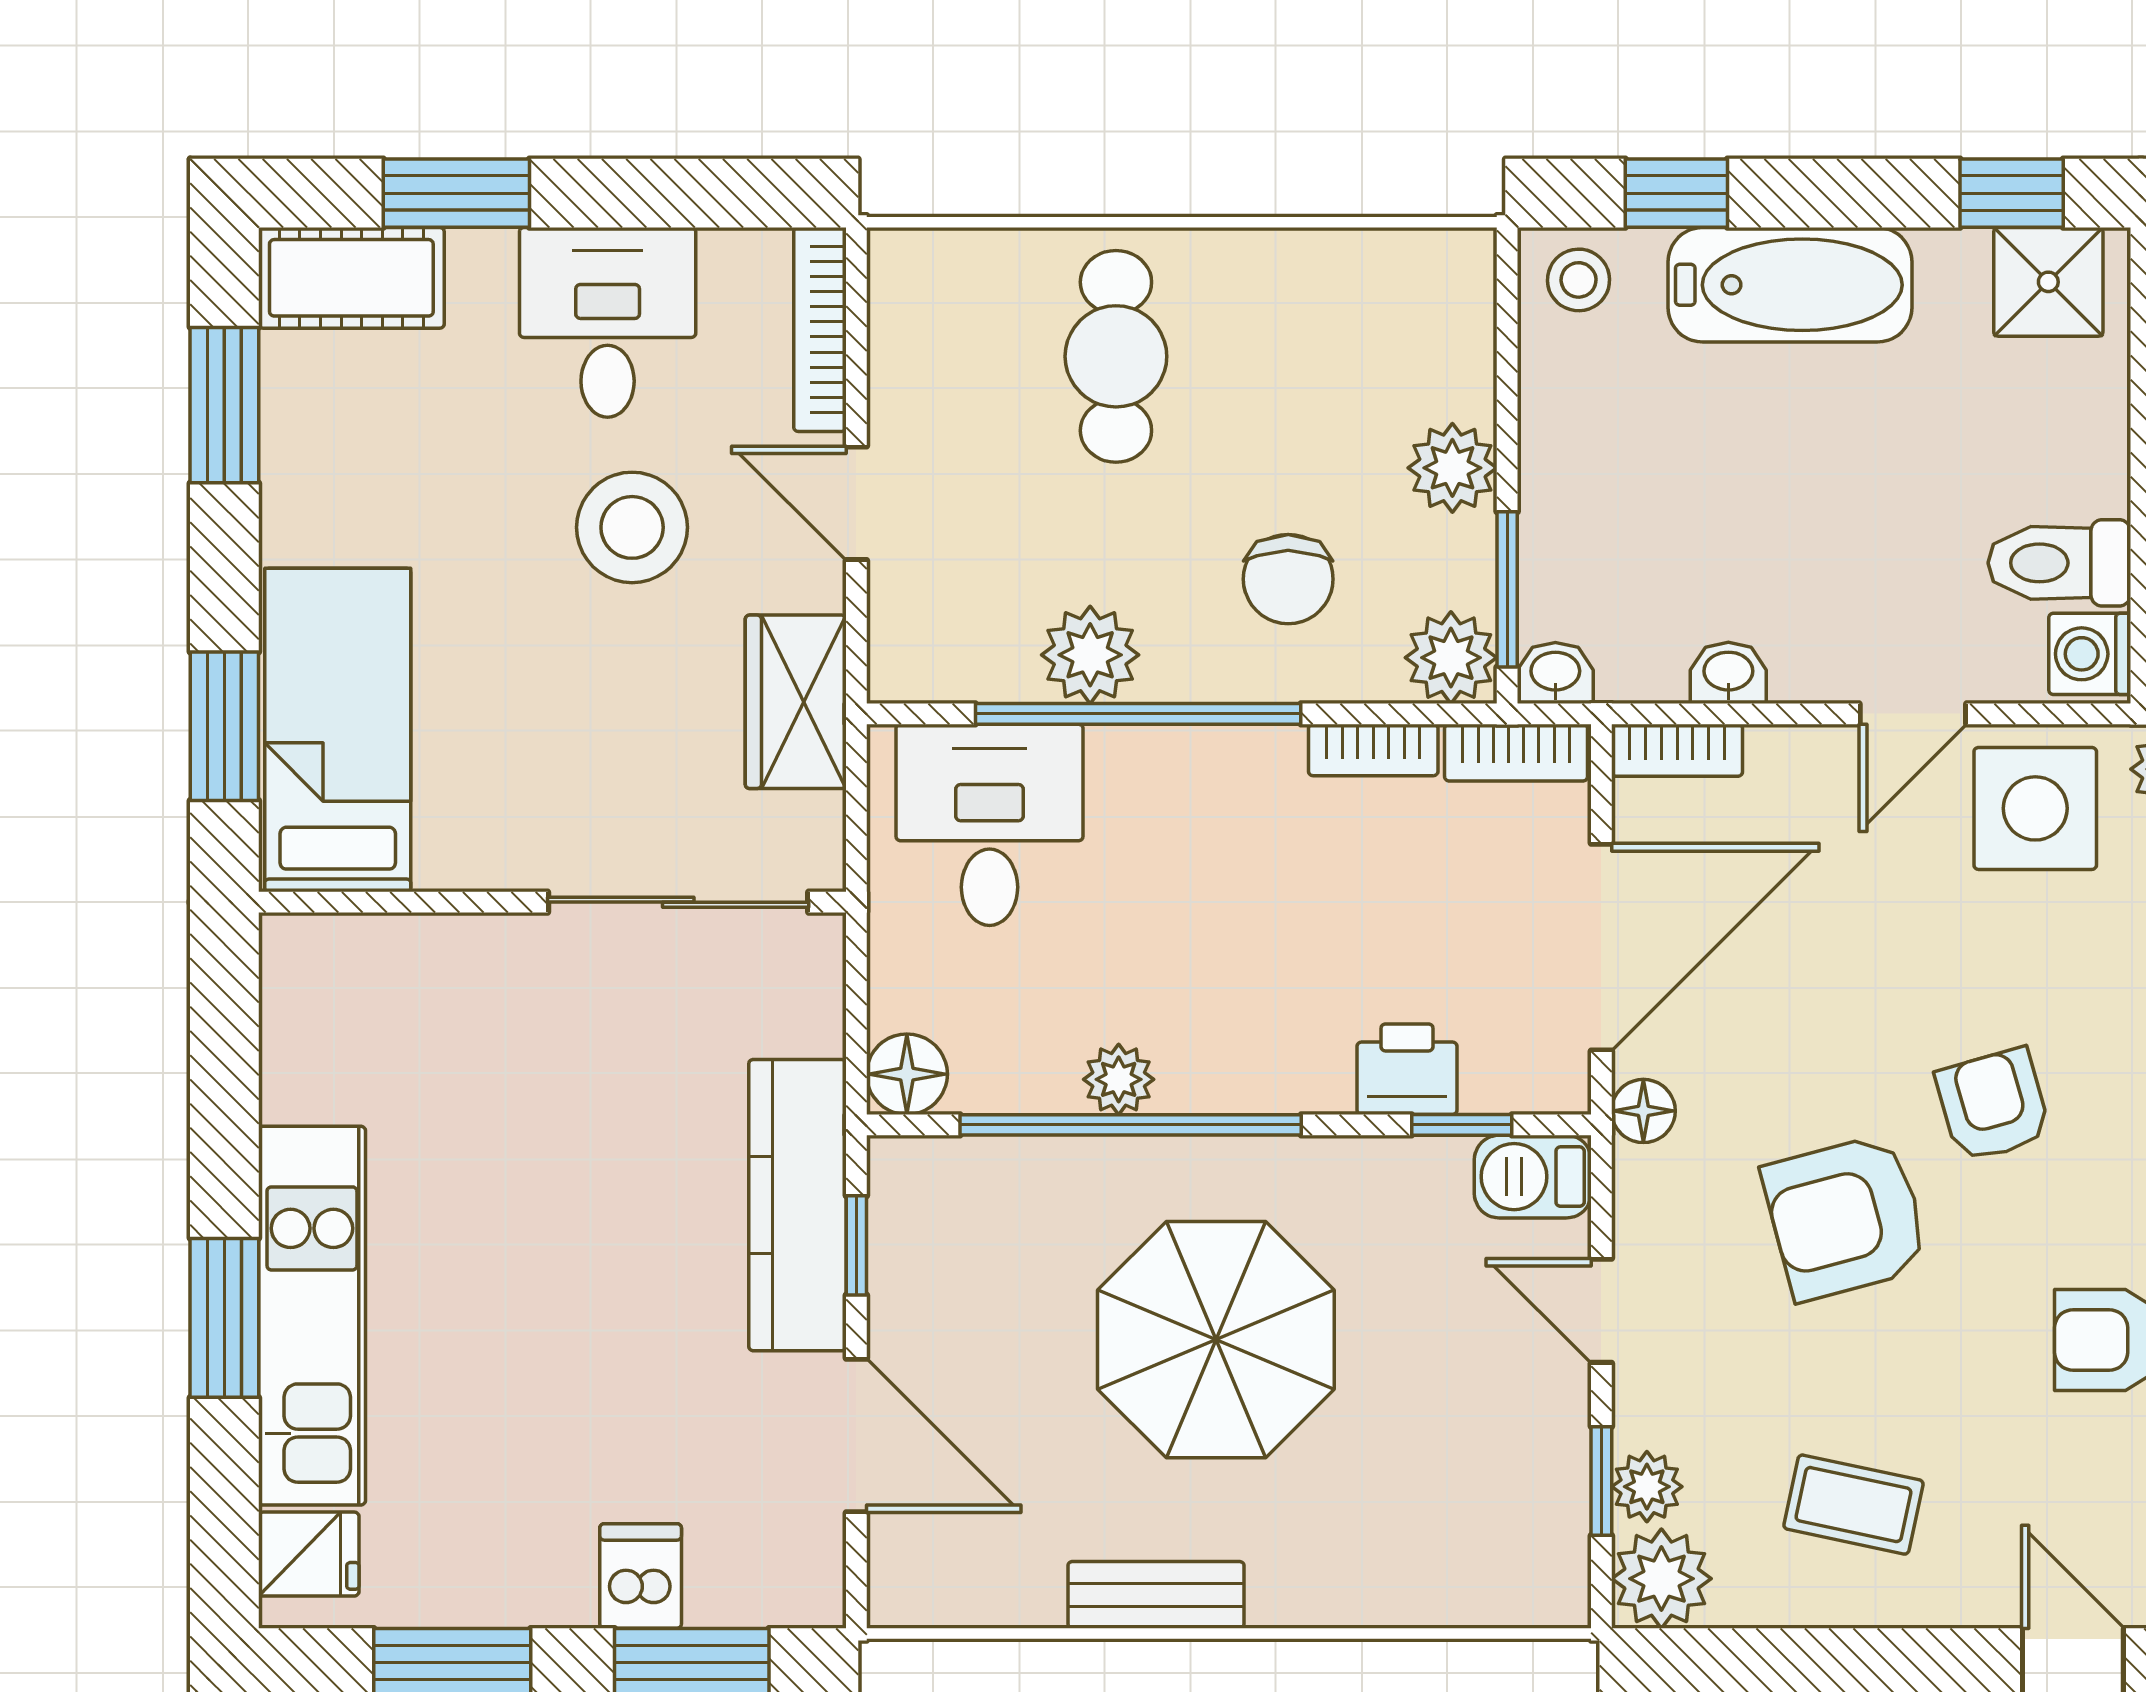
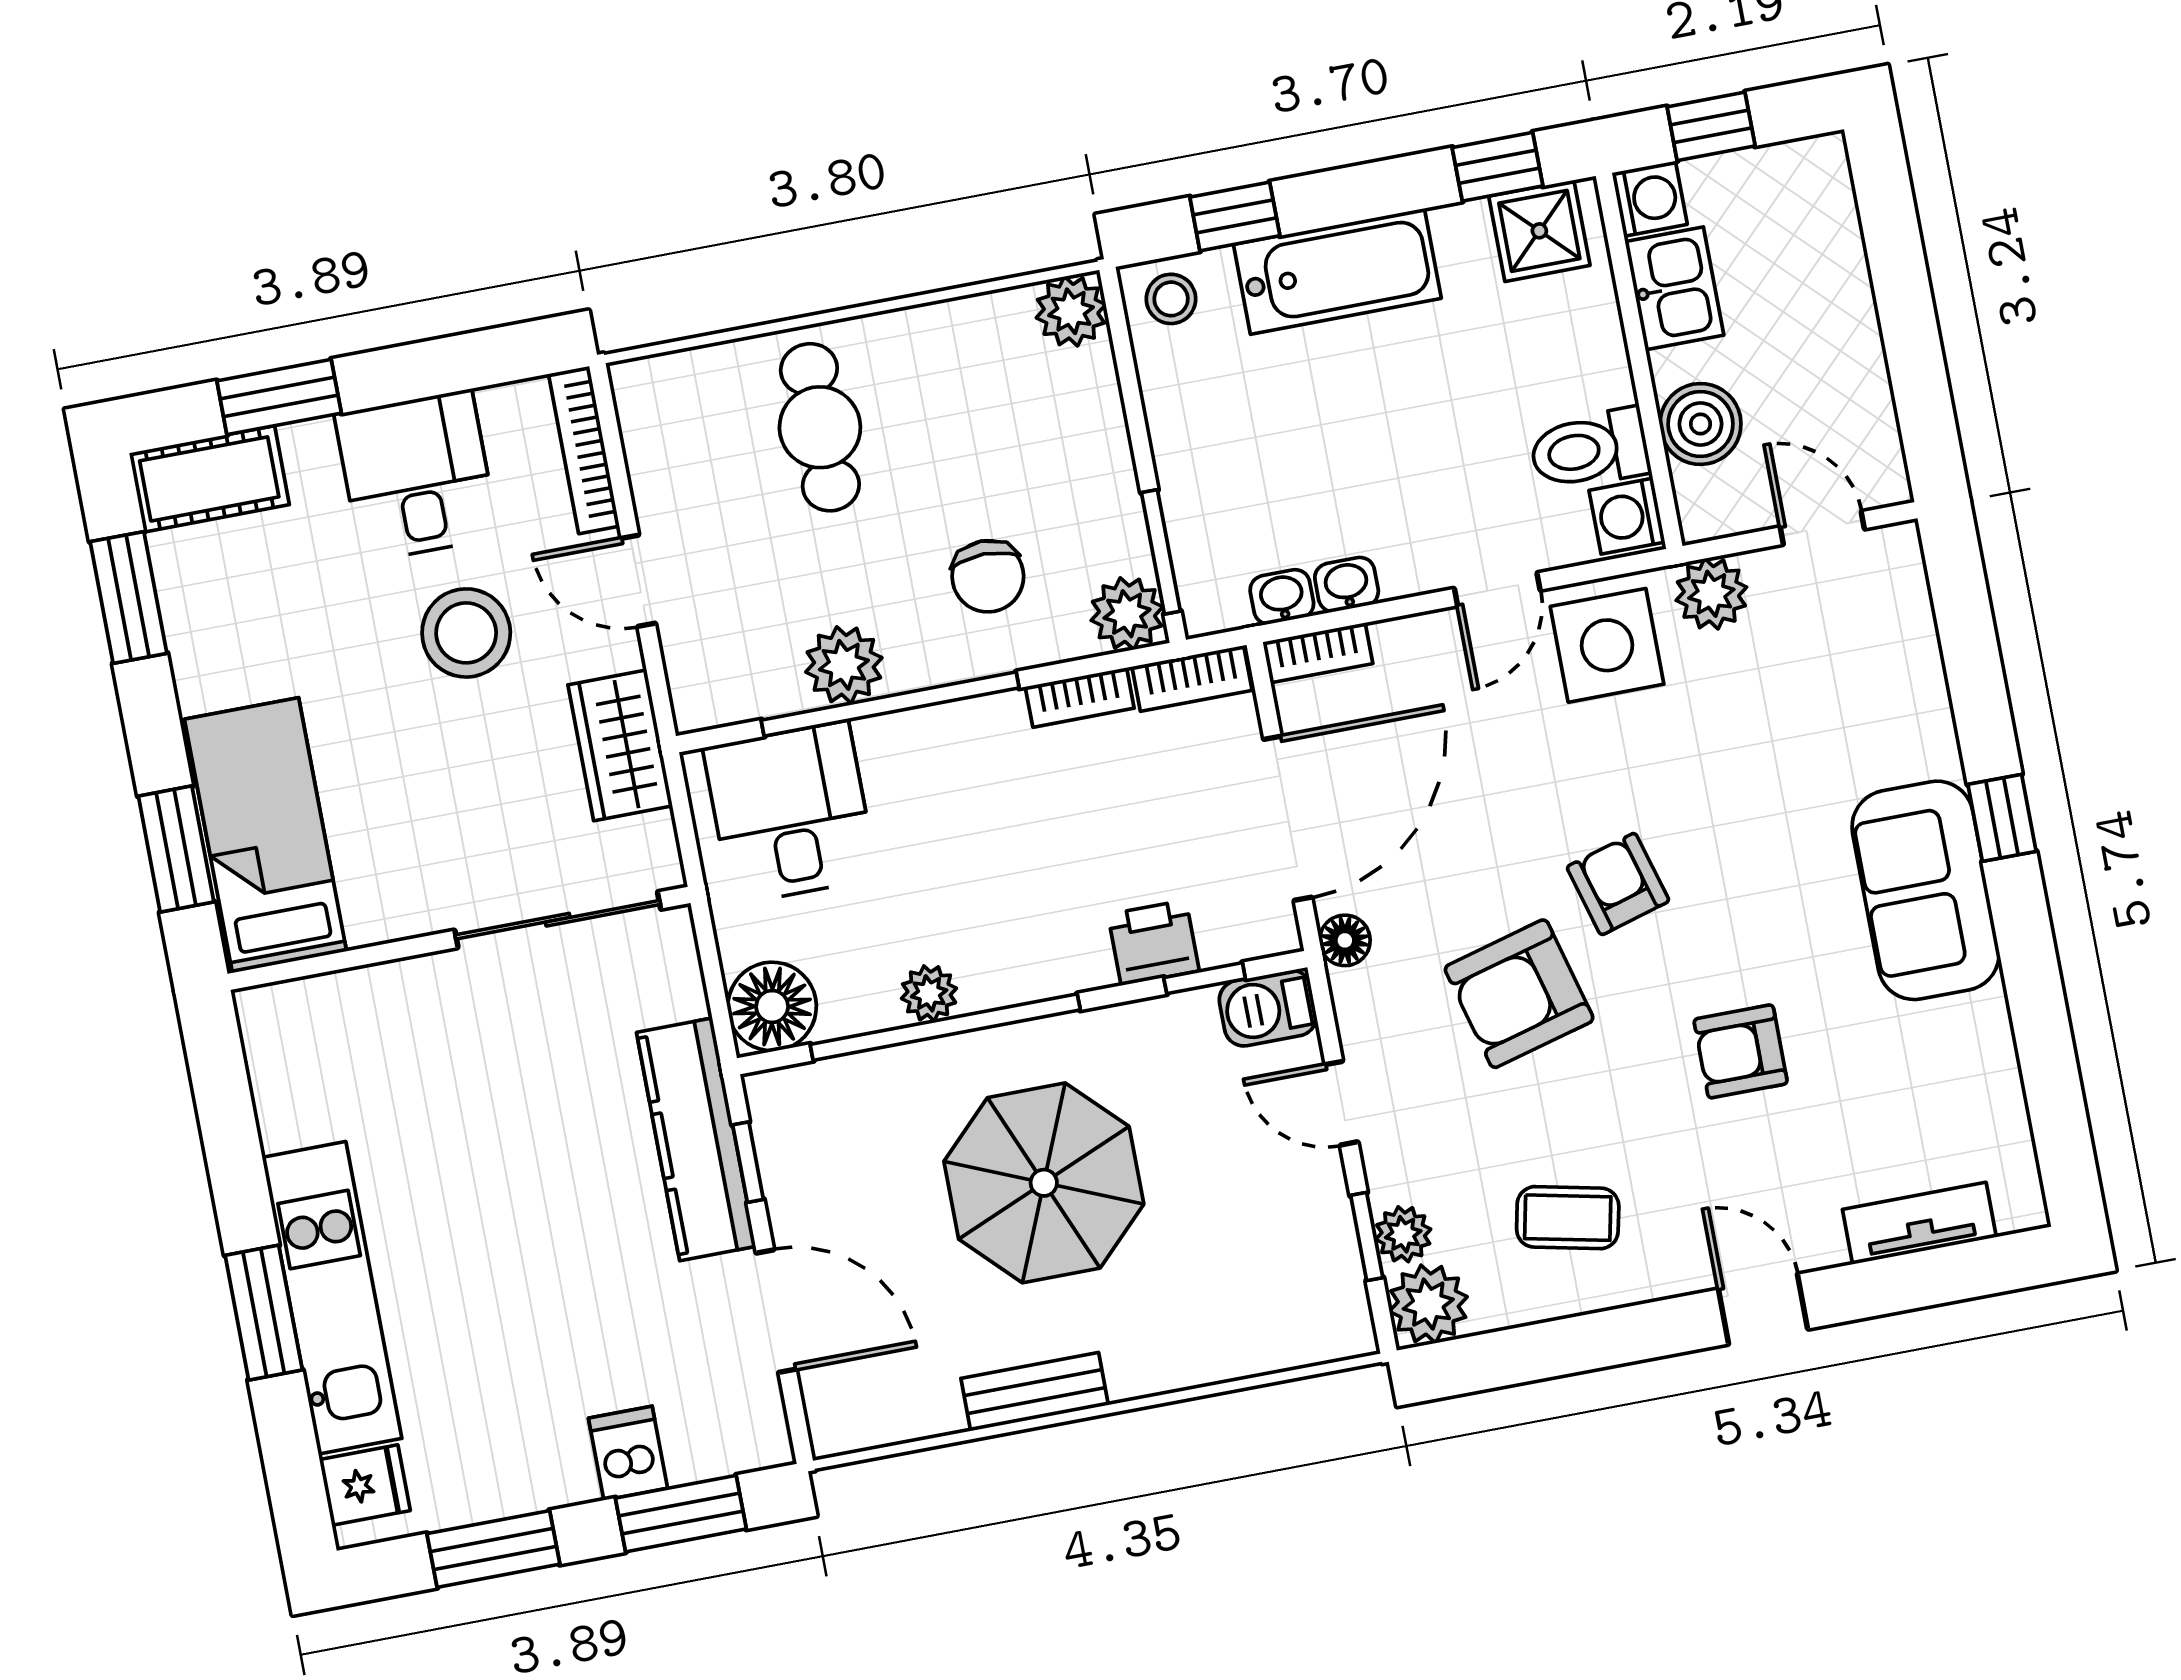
plant: (1452, 468) -> (1071, 311), moved
washbasin: (1555, 673) -> (1282, 597), moved
floor lamp: (907, 1074) -> (772, 1006), width x1.38, depth x1.38

